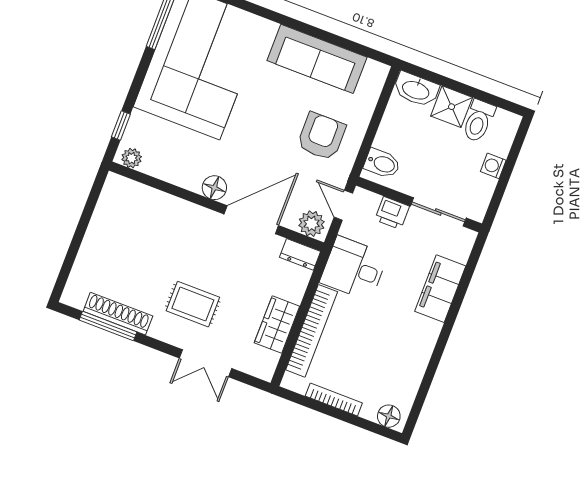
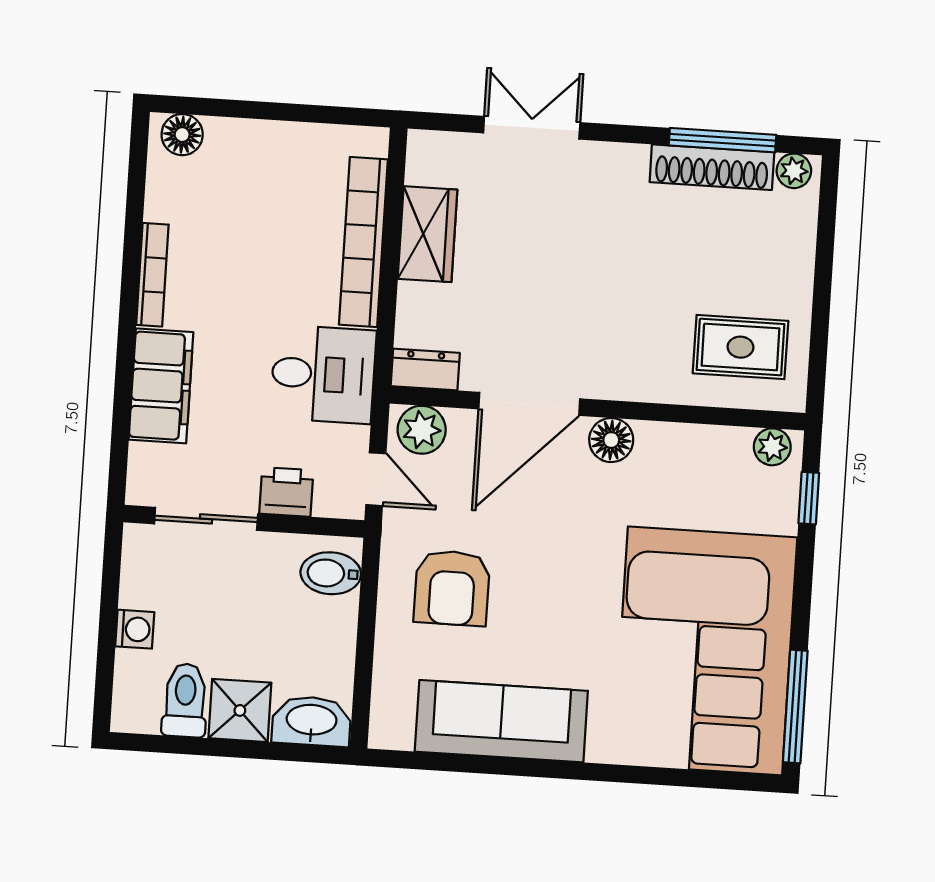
plant: (76, 299) -> (794, 171), added
rug: (193, 304) -> (741, 347), moved
bookcase: (334, 399) -> (152, 275), moved, turned -90

